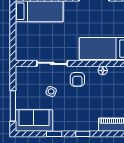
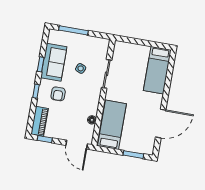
armchair: (77, 79) -> (58, 94), moved, turned -90
sofa: (34, 121) -> (54, 62), moved

